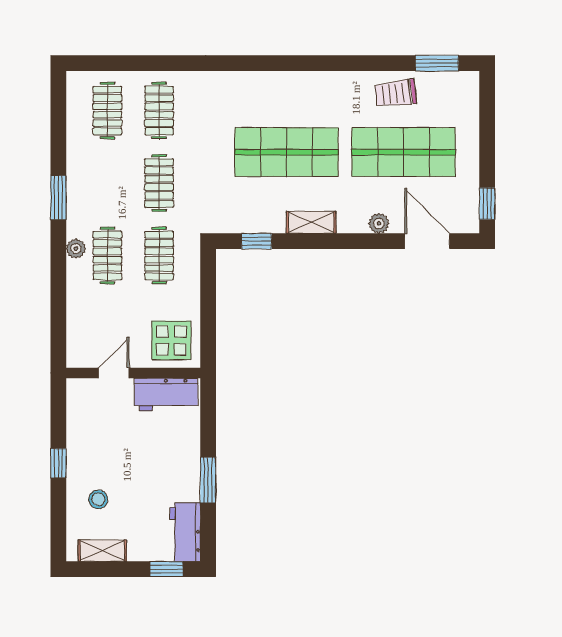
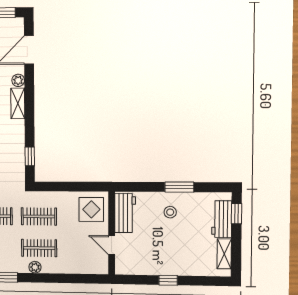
shelving: (311, 222) -> (18, 103), moved
stool: (98, 499) -> (170, 212), moved
workbench: (185, 532) -> (222, 219), moved, turned 90

